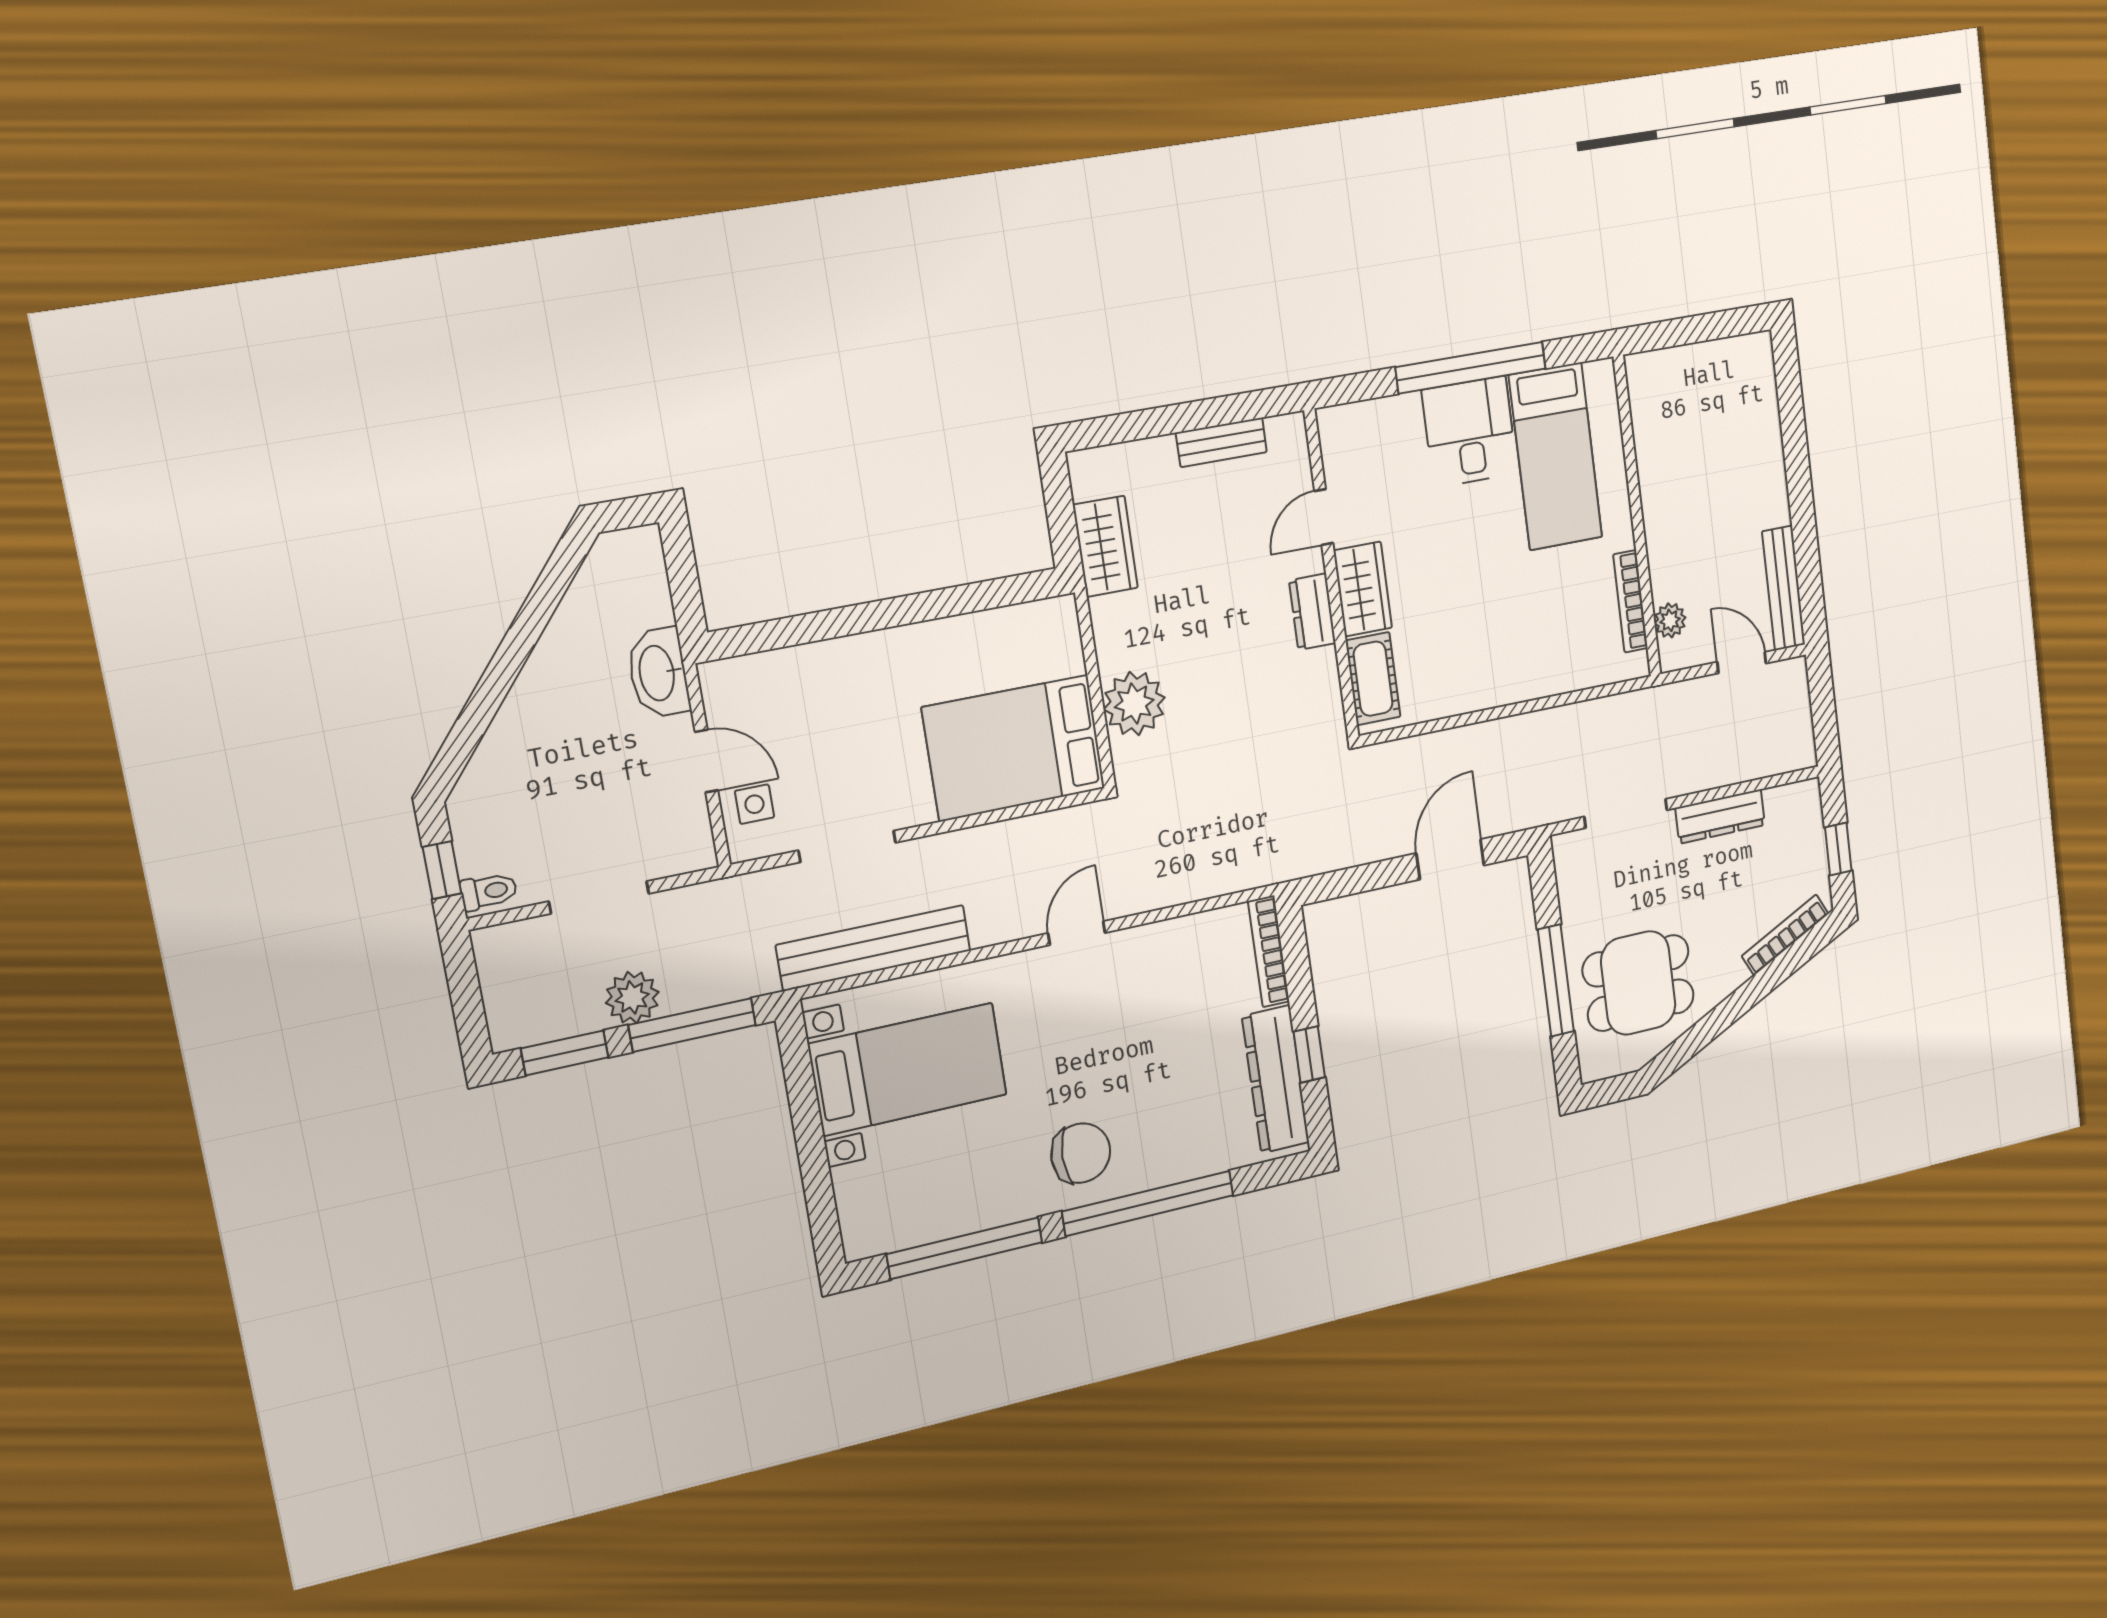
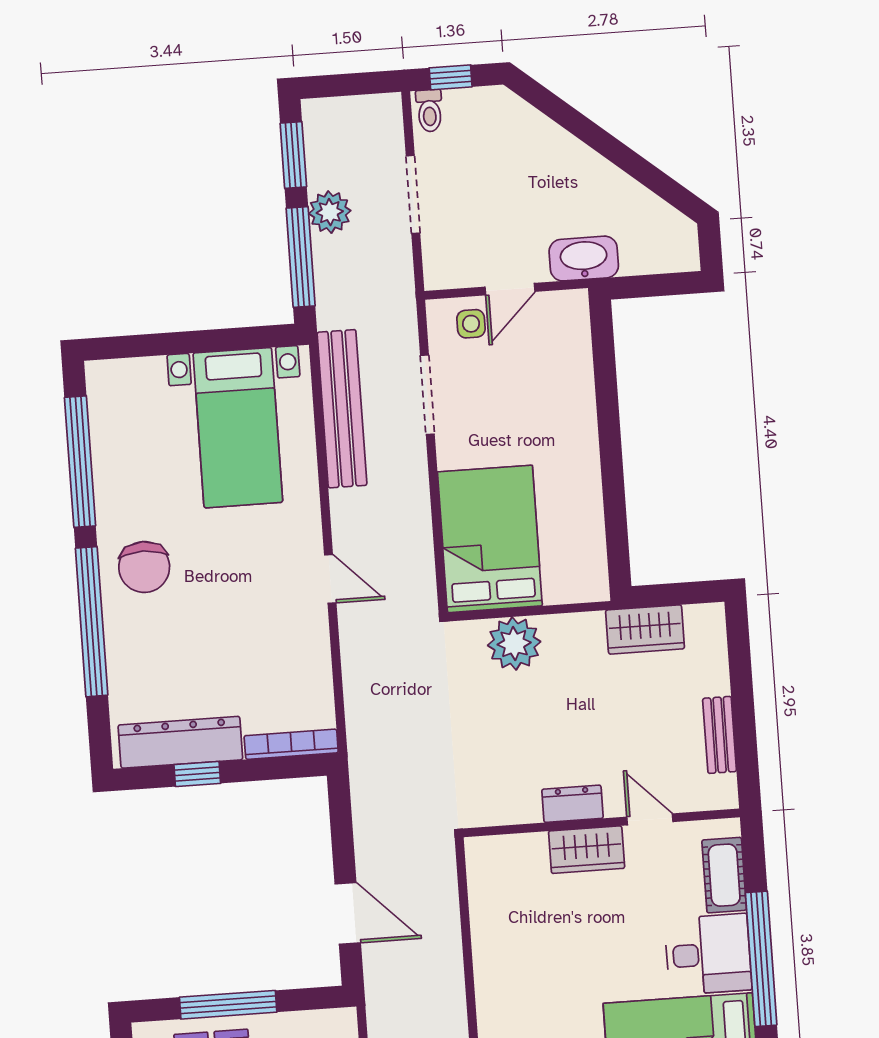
cot: (1373, 679) -> (724, 875), moved, turned 90

